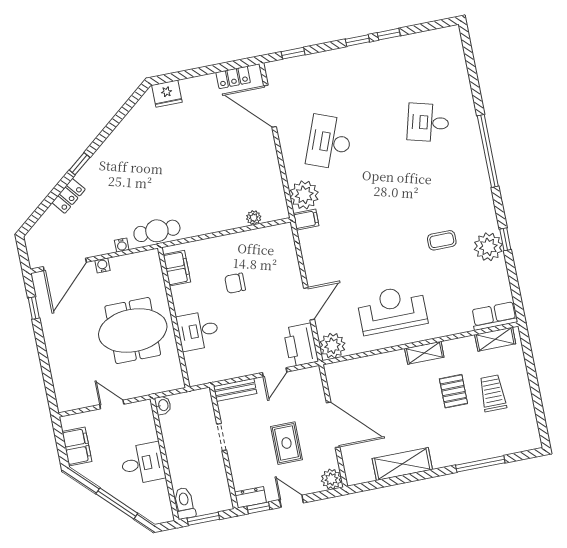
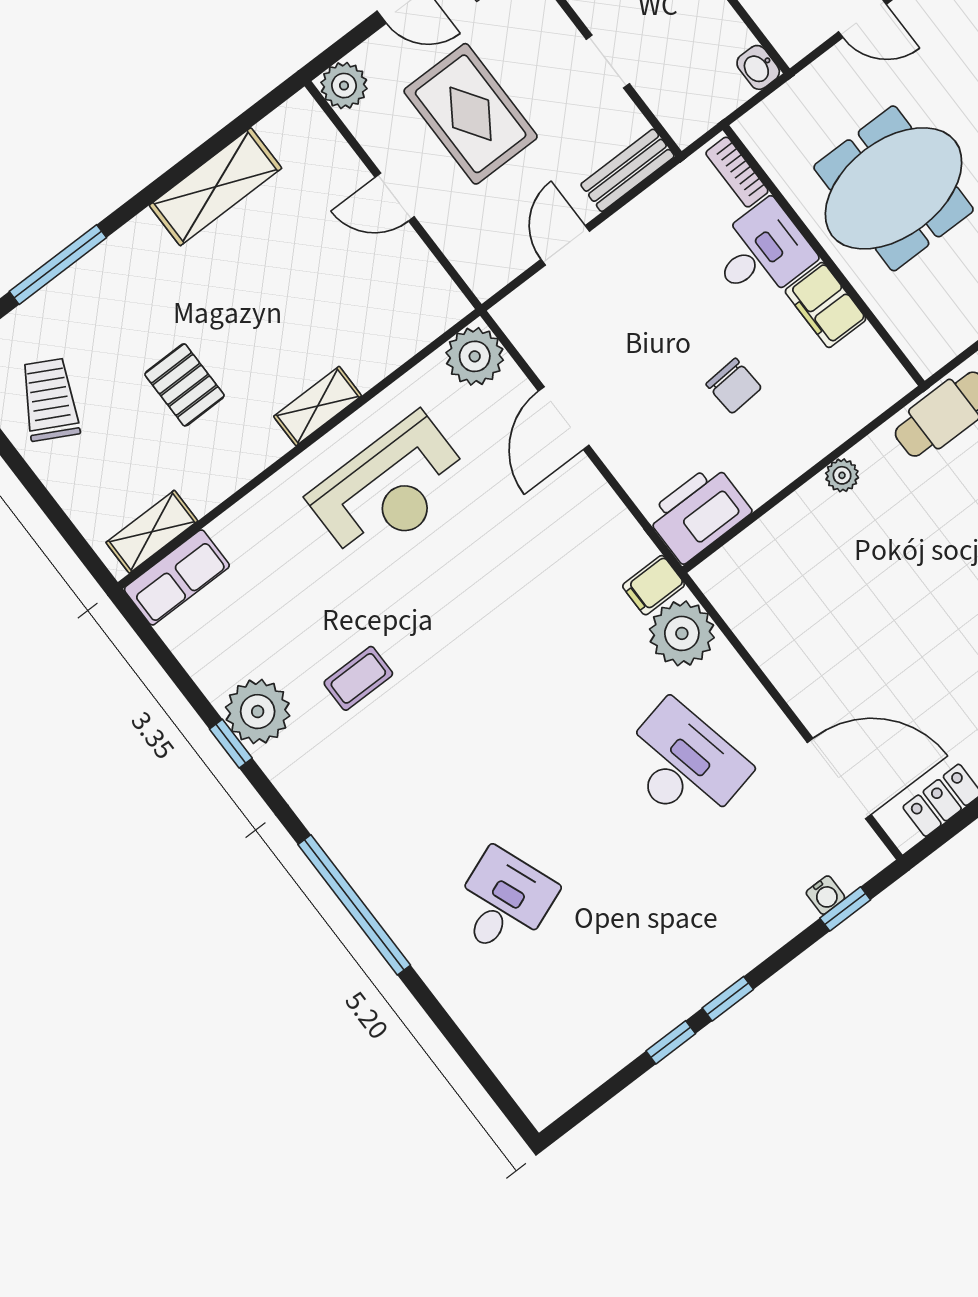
water cooler: (298, 63) -> (825, 895), added
desk: (428, 123) -> (503, 903), turned -36
desk: (329, 142) -> (684, 765), turned -33
plant: (254, 218) -> (842, 475), moved
filing cabinet: (177, 268) -> (825, 305), moved
chair: (235, 283) -> (734, 386), turned 86
printer: (301, 345) -> (699, 513), moved, turned -90
shelving: (424, 353) -> (318, 406), moved
bookcase: (192, 368) -> (737, 172), added
trolley: (493, 393) -> (50, 400), moved, turned -152
door: (333, 425) -> (395, 197), width x0.53
rug: (286, 443) -> (471, 114), width x1.36, depth x1.43

